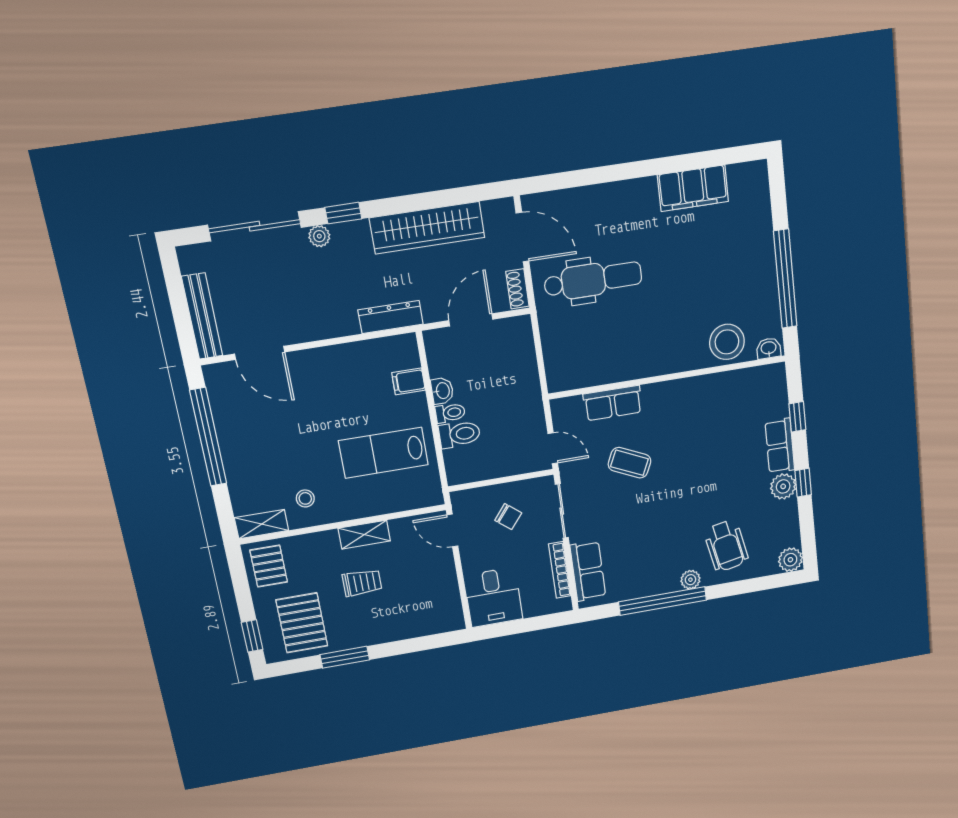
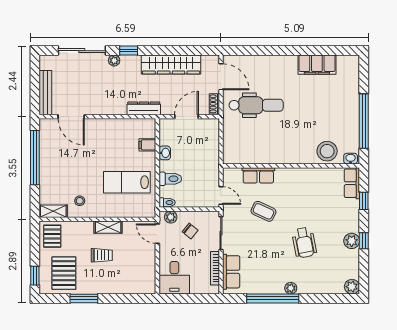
toilet: (450, 413) -> (167, 203), moved
row of seats: (780, 446) -> (352, 183), moved
plant: (471, 499) -> (171, 217), added
wheelchair: (726, 546) -> (304, 243), moved

